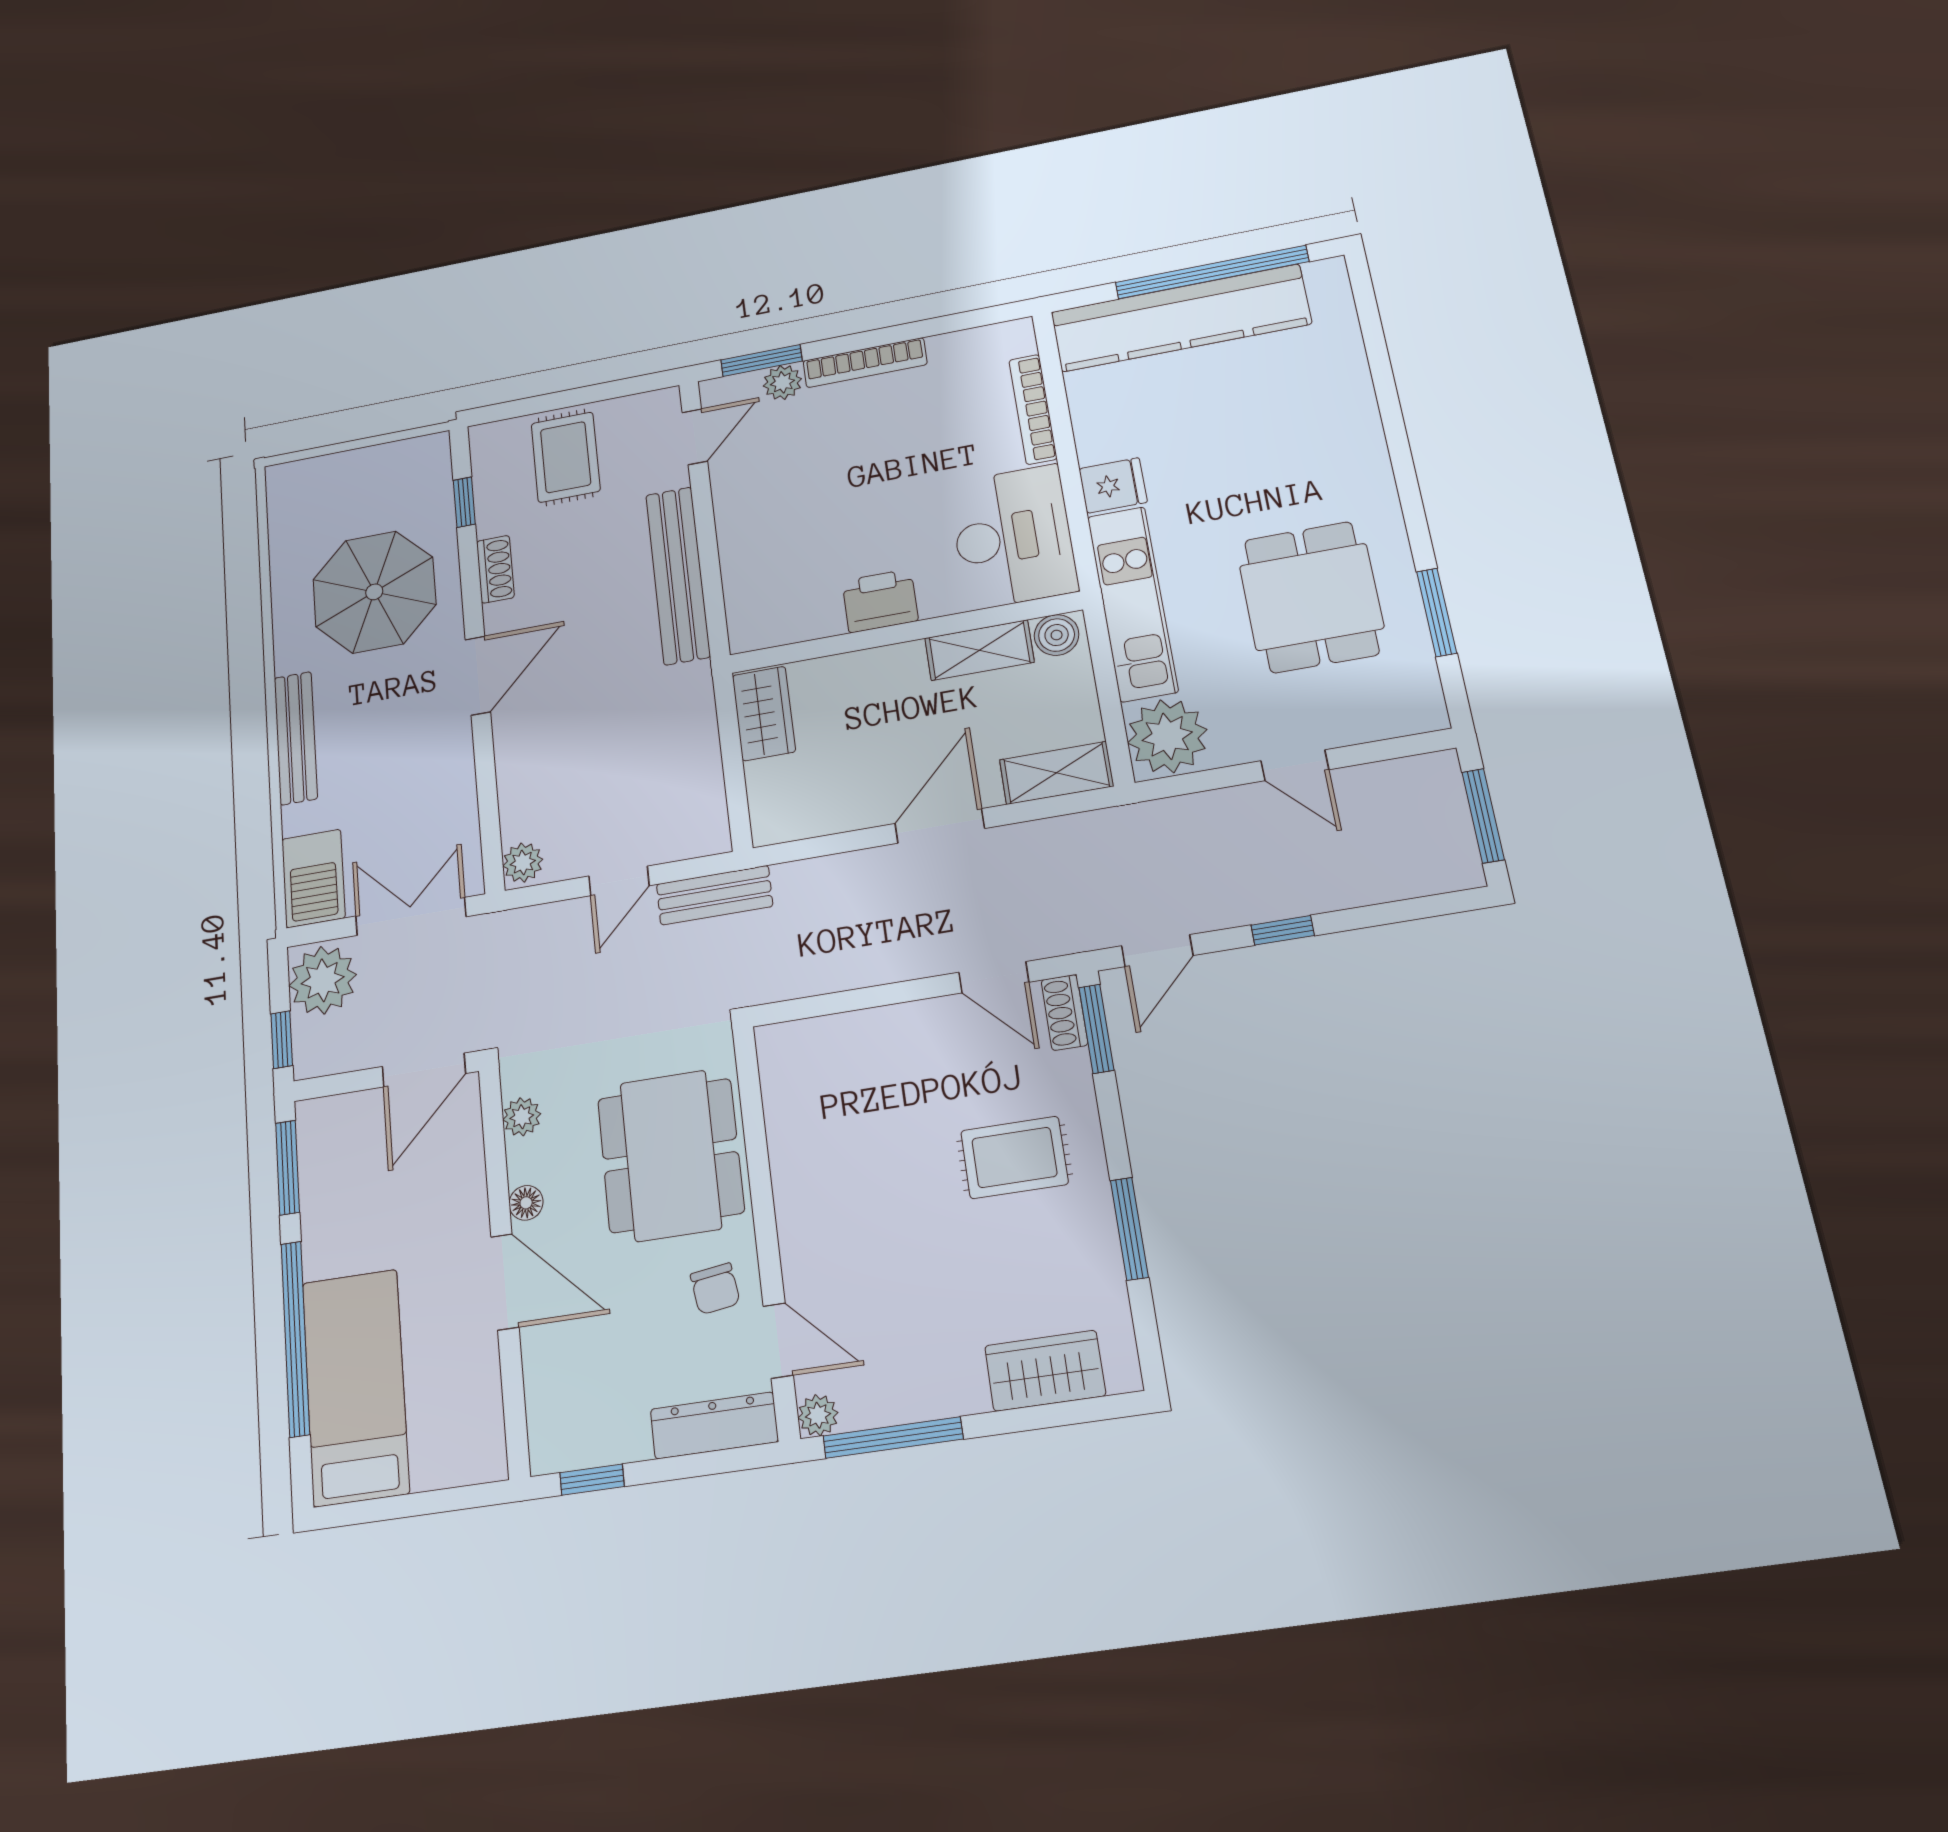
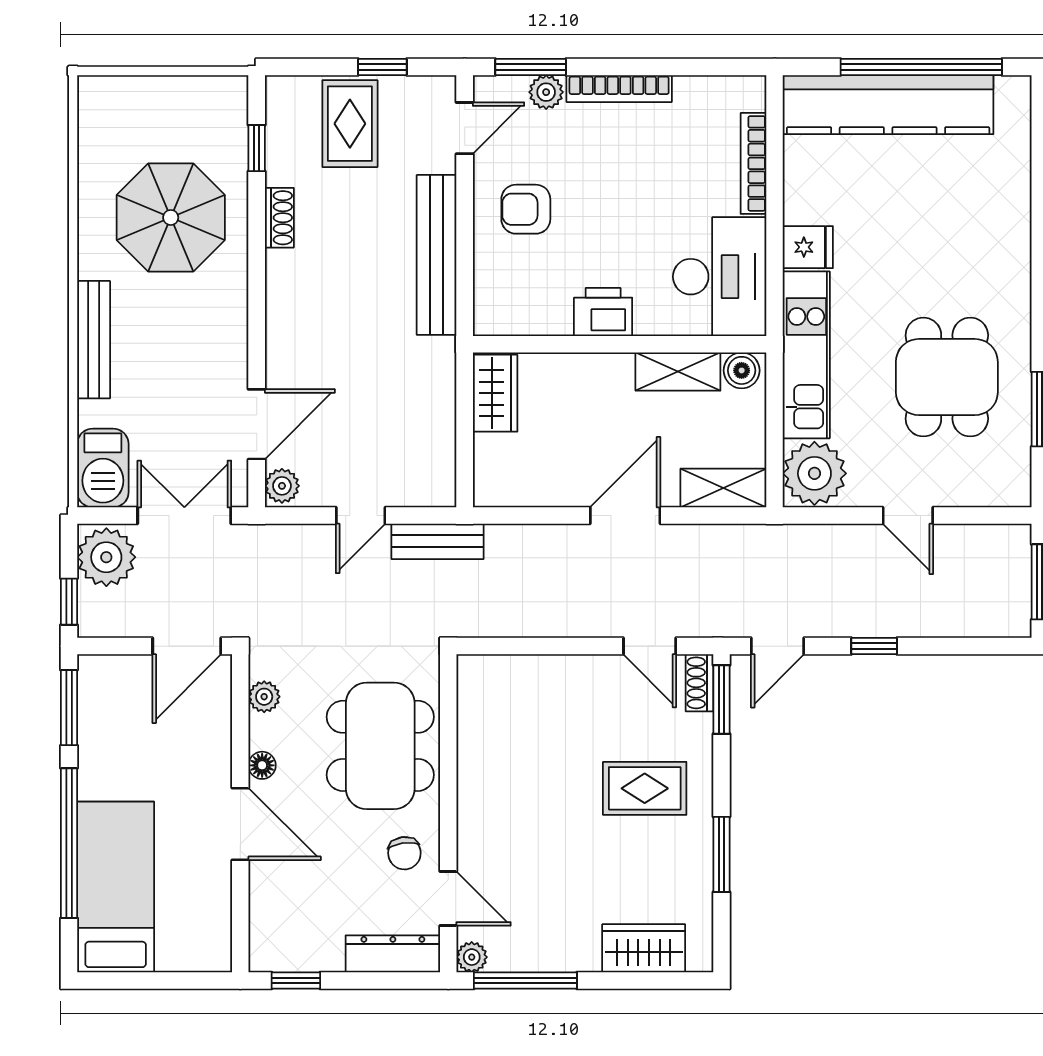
window: (596, 393) -> (382, 67), added
armchair: (775, 508) -> (526, 209), added
door: (478, 676) -> (257, 424), moved

